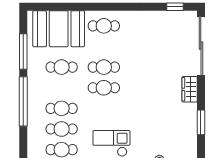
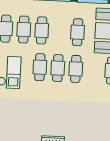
cafe table: (104, 108) -> (40, 67), added

